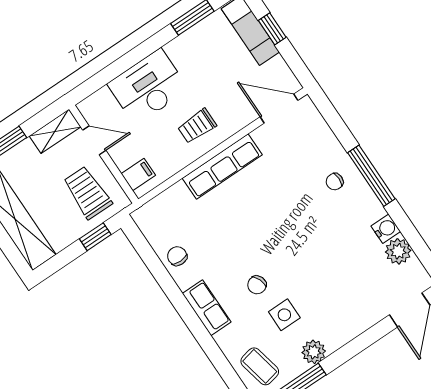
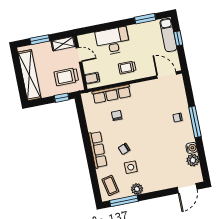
row of seats: (222, 167) -> (112, 94), moved
trolley: (87, 193) -> (66, 77), turned -90
chair: (177, 256) -> (117, 115), moved
row of seats: (207, 308) -> (98, 150), width x1.48

